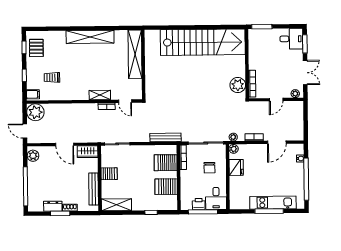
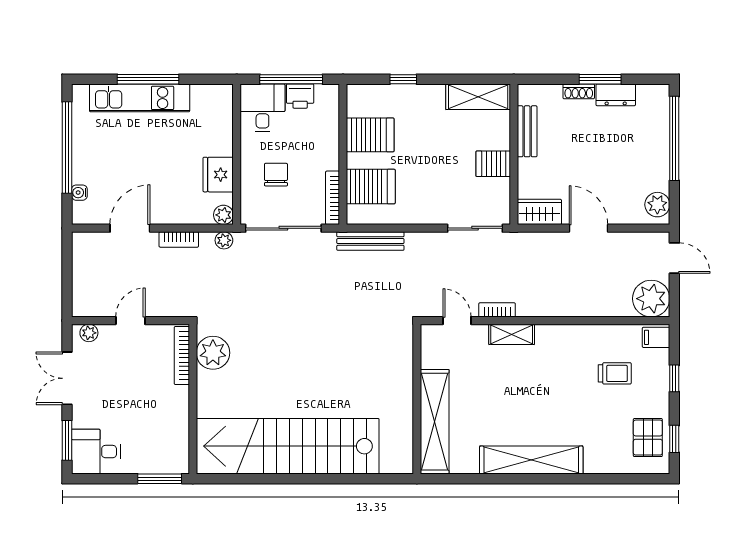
bench: (94, 189) -> (527, 131), width x0.73

